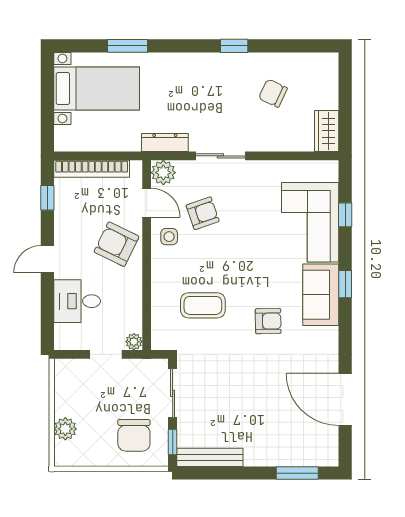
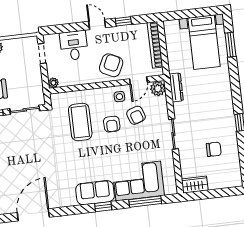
window: (127, 46) -> (230, 45), moved
chair: (273, 93) -> (214, 149), turned 65
sliding door: (220, 156) -> (173, 134), moved
window: (47, 198) -> (123, 21), moved
window: (345, 215) -> (145, 202), width x2.17
coffee table: (203, 305) -> (80, 122), width x1.36, depth x1.32
armchair: (268, 321) -> (112, 124), moved
doorway: (106, 354) -> (42, 53), moved

